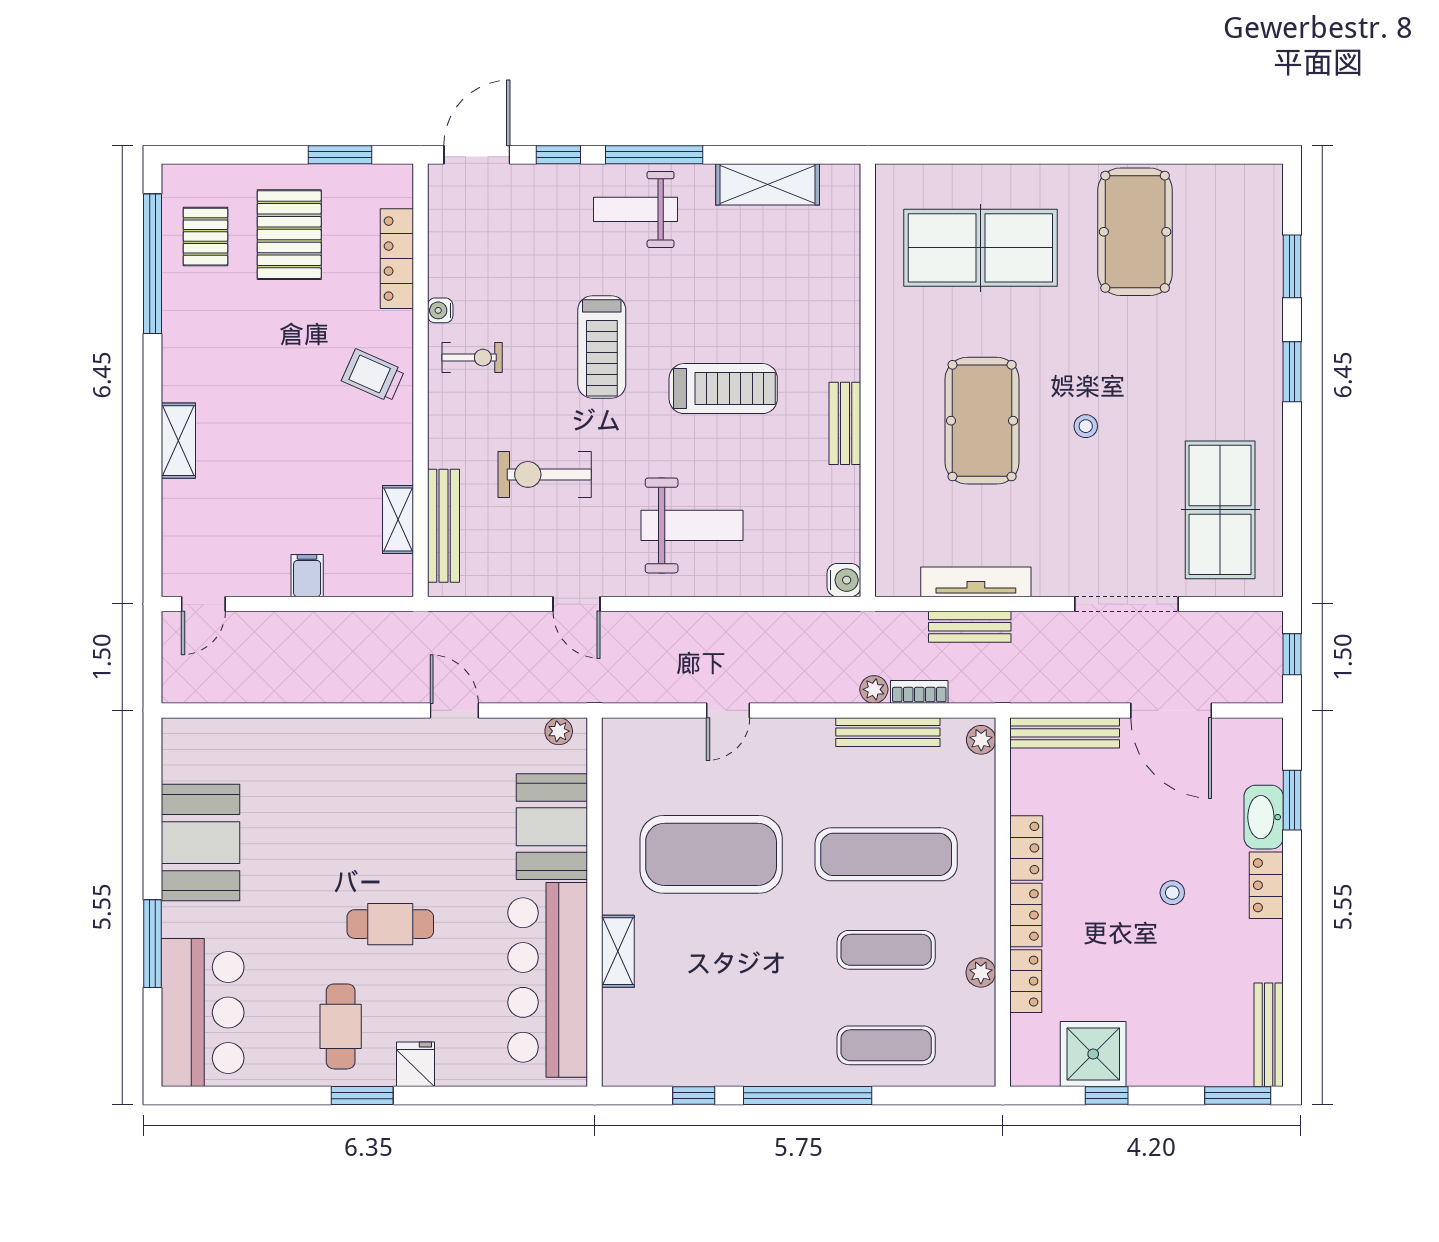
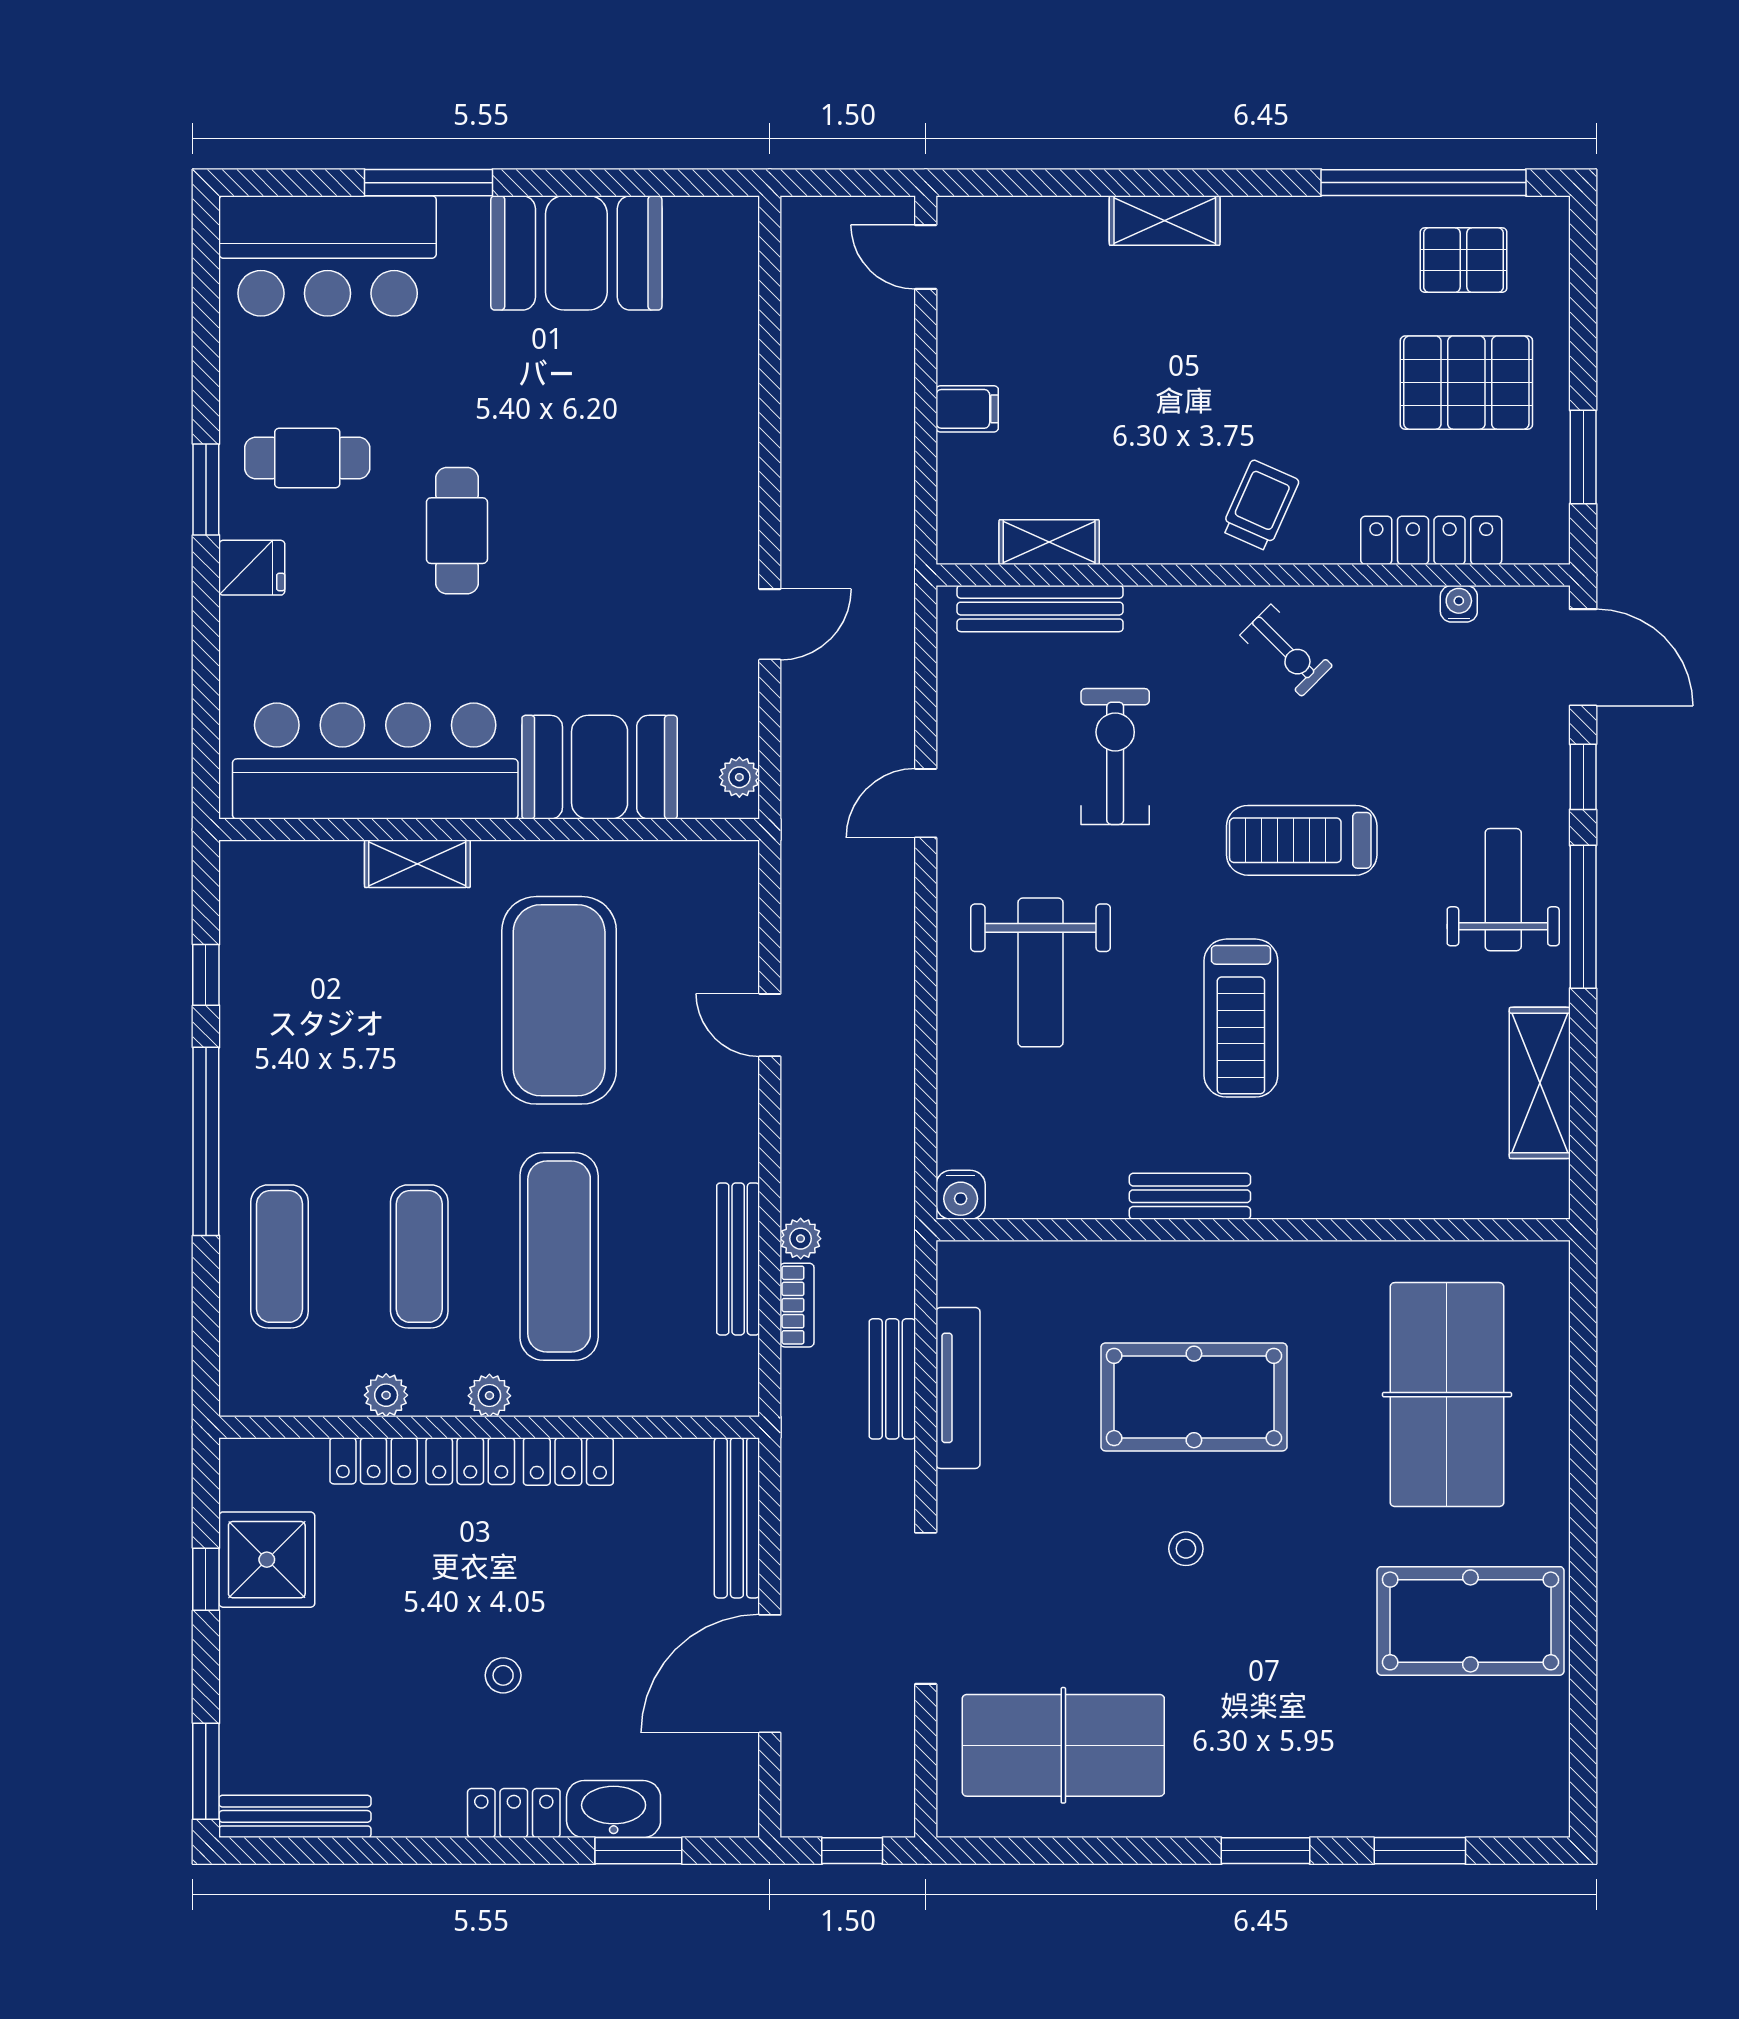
water cooler: (440, 310) -> (1459, 604), moved
exercise bike: (472, 358) -> (1286, 650), turned -45
plant: (981, 740) -> (489, 1396), moved

